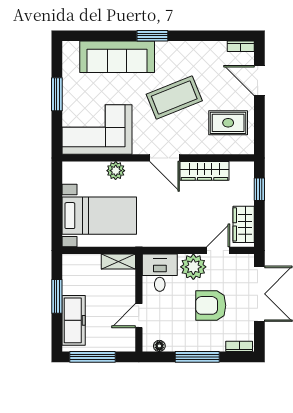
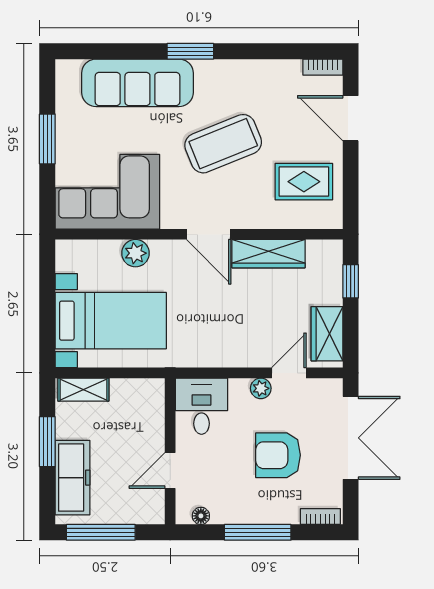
shelving: (118, 262) -> (83, 390), moved
plant: (193, 267) -> (261, 388), width x0.53, depth x0.53

